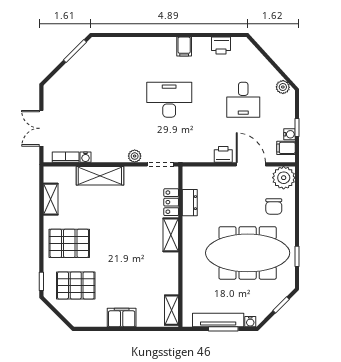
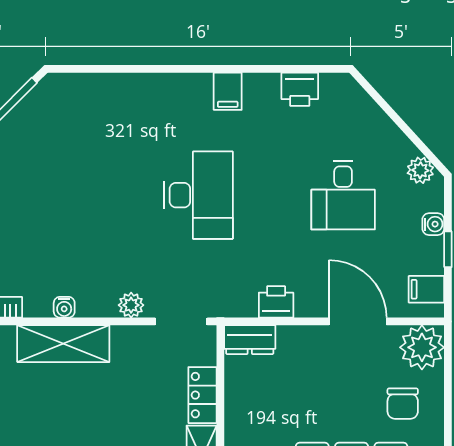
desk: (169, 100) -> (198, 195), turned 90
water cooler: (289, 134) -> (433, 224), moved
printer: (223, 154) -> (276, 302), moved
water cooler: (85, 157) -> (64, 307), moved
dresser: (190, 203) -> (250, 340), moved, turned 90

